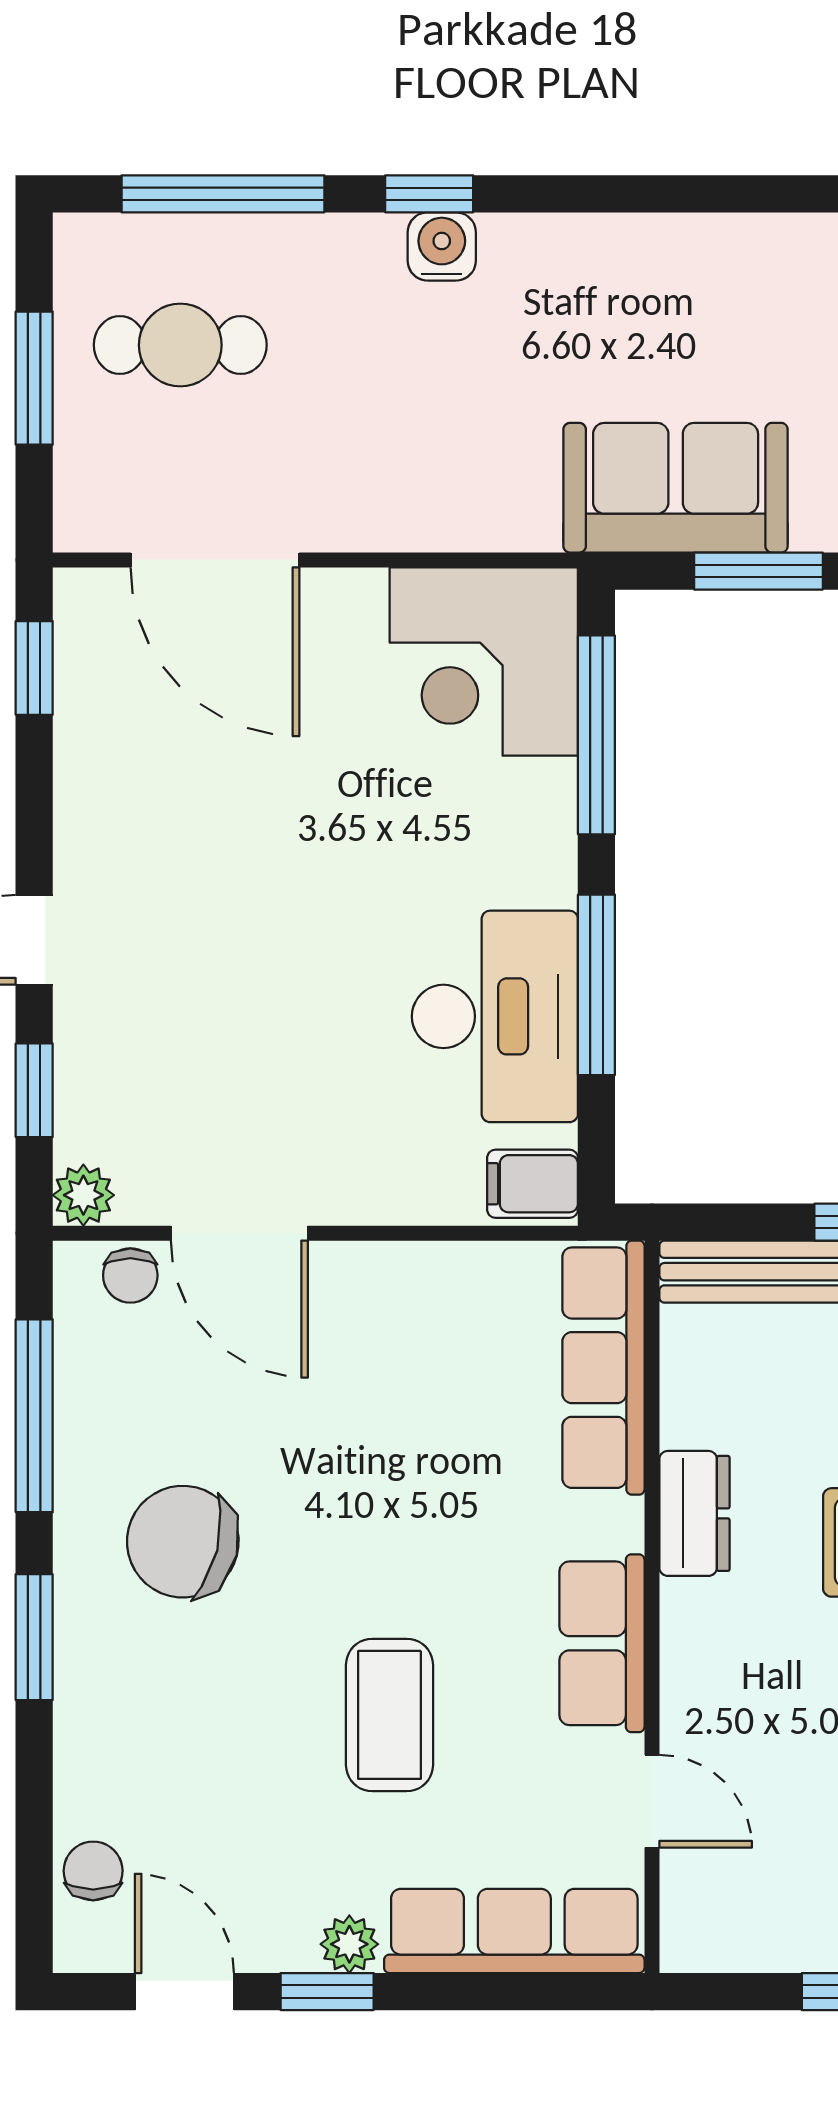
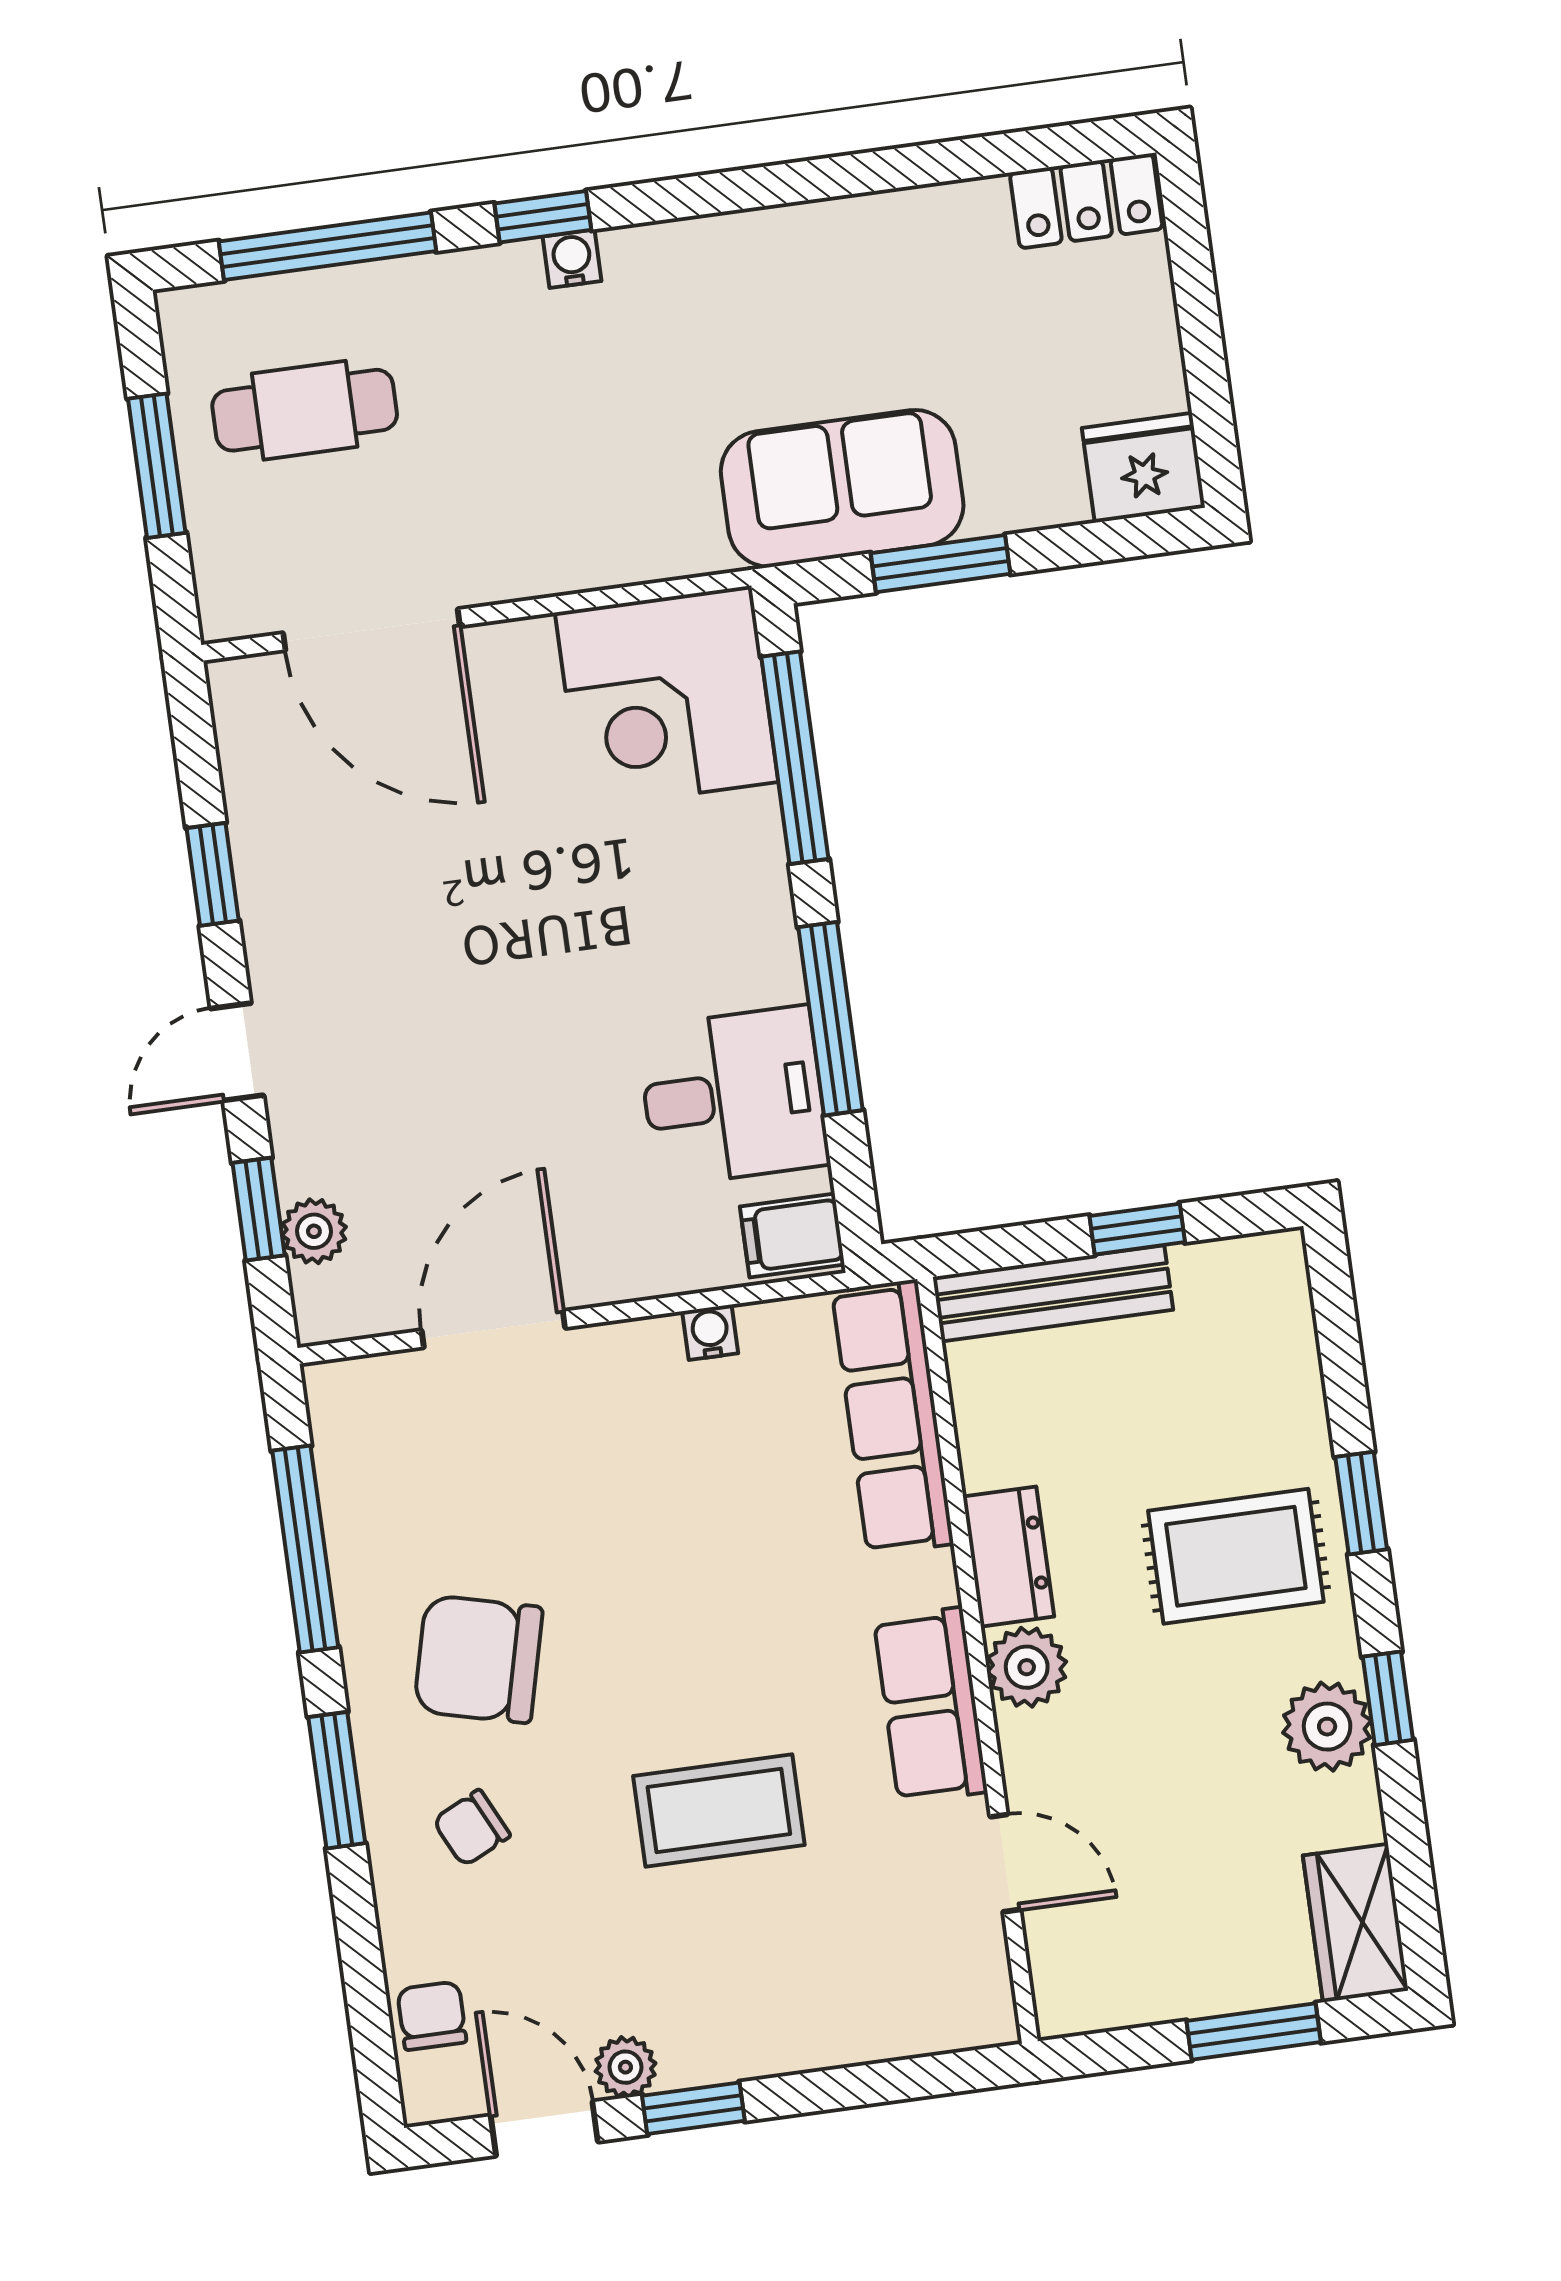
water cooler: (442, 246) -> (572, 259), width x0.72, depth x0.72
window: (34, 668) -> (213, 874), moved
desk: (495, 1016) -> (733, 1096), width x0.73
plant: (83, 1195) -> (314, 1231), moved
door: (239, 1233) -> (493, 1329), swing flipped
water cooler: (443, 1264) -> (710, 1332), added
chair: (130, 1275) -> (472, 1828), moved, turned 64
plant: (697, 1620) -> (1027, 1667), added
coffee table: (390, 1715) -> (719, 1811), turned 90
row of seats: (514, 1931) -> (880, 2018), removed
plant: (349, 1944) -> (625, 2067), moved

